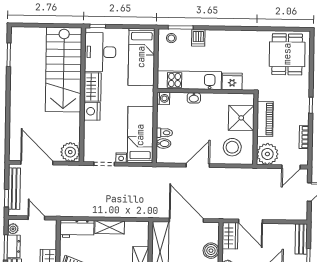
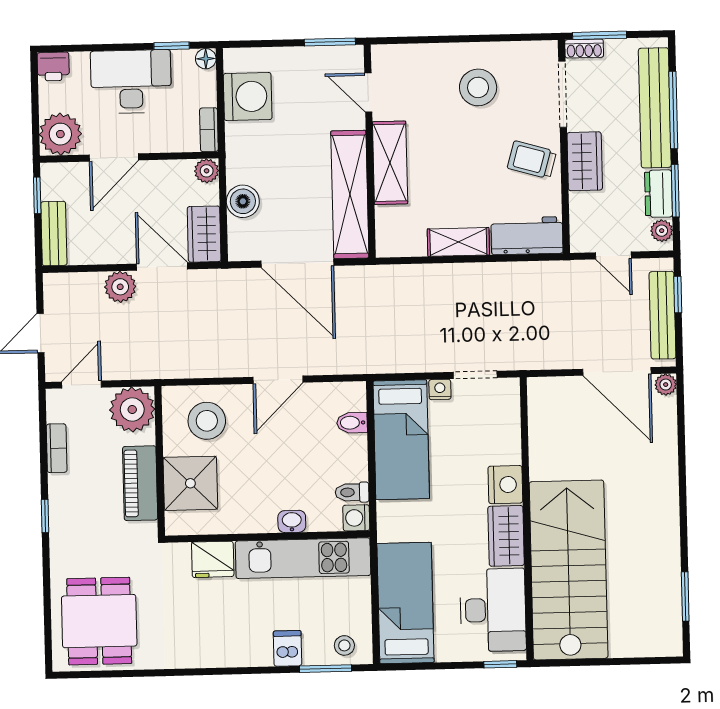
toilet: (164, 133) -> (352, 492), moved
plant: (70, 152) -> (666, 385), moved, width x0.53, depth x0.53
plant: (271, 212) -> (120, 287), added

